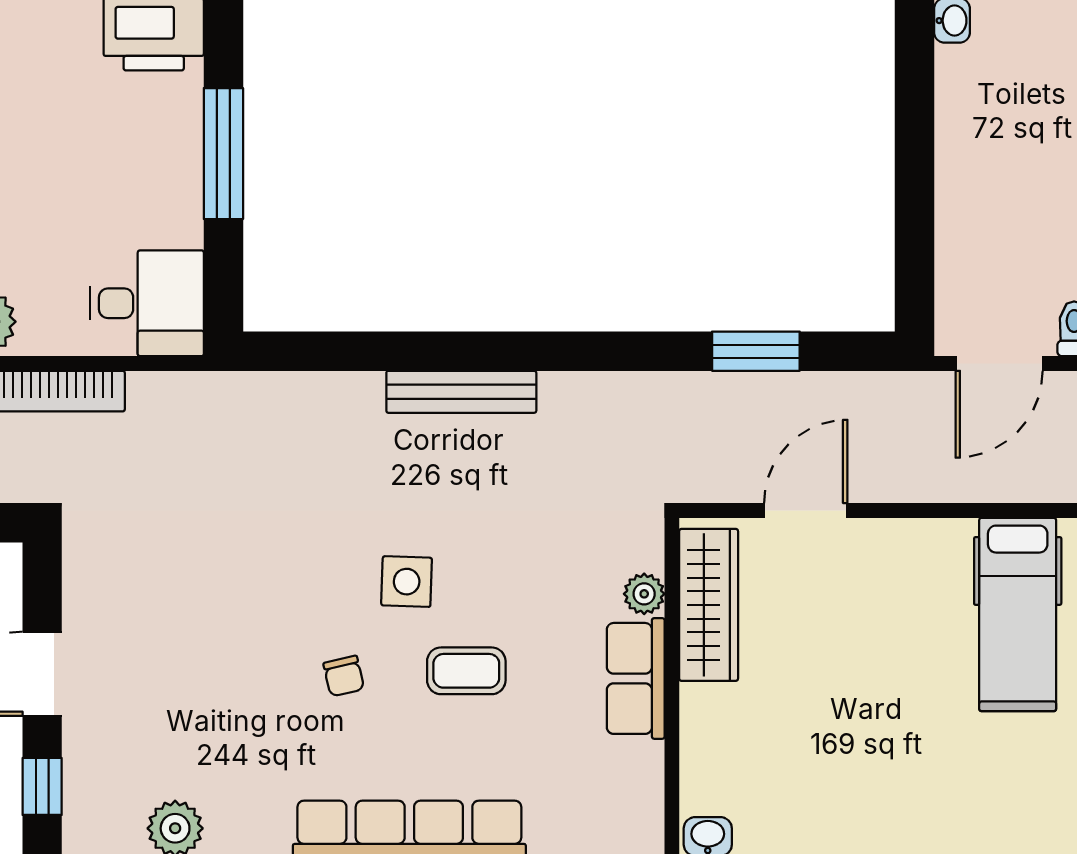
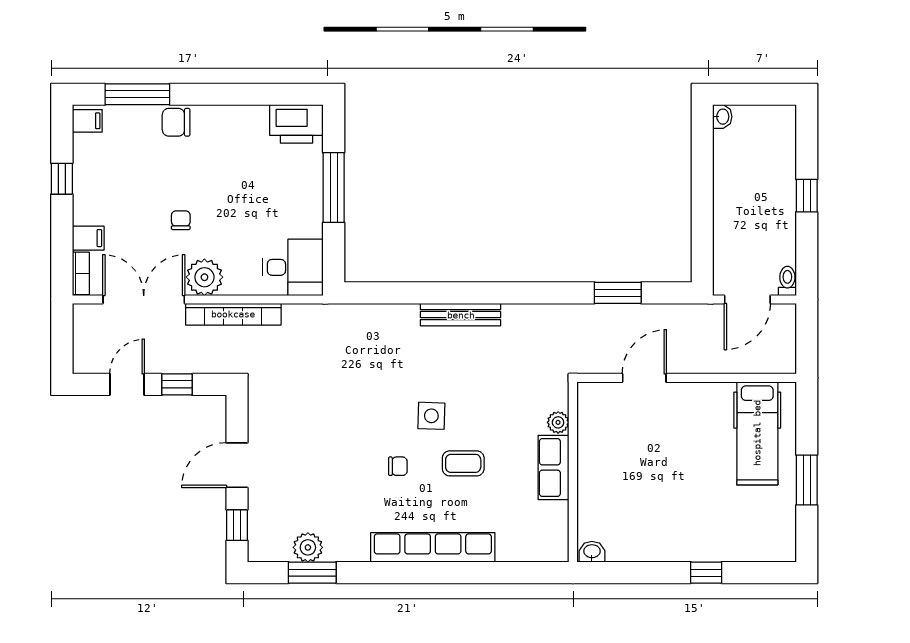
wardrobe: (709, 605) -> (592, 428), removed
chair: (344, 676) -> (398, 466), turned -77

